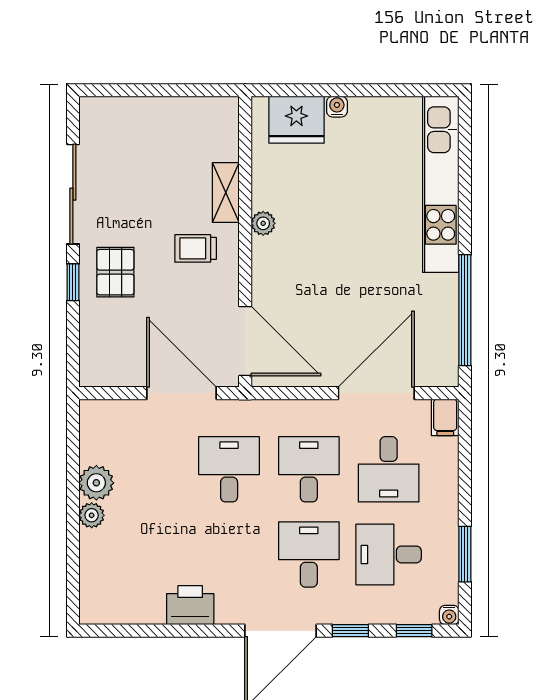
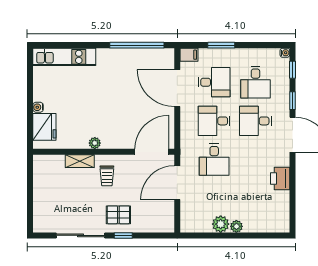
kitchen unit: (441, 184) -> (64, 57), width x0.73
desk: (229, 469) -> (214, 160), turned -90
window: (465, 554) -> (221, 45), moved

